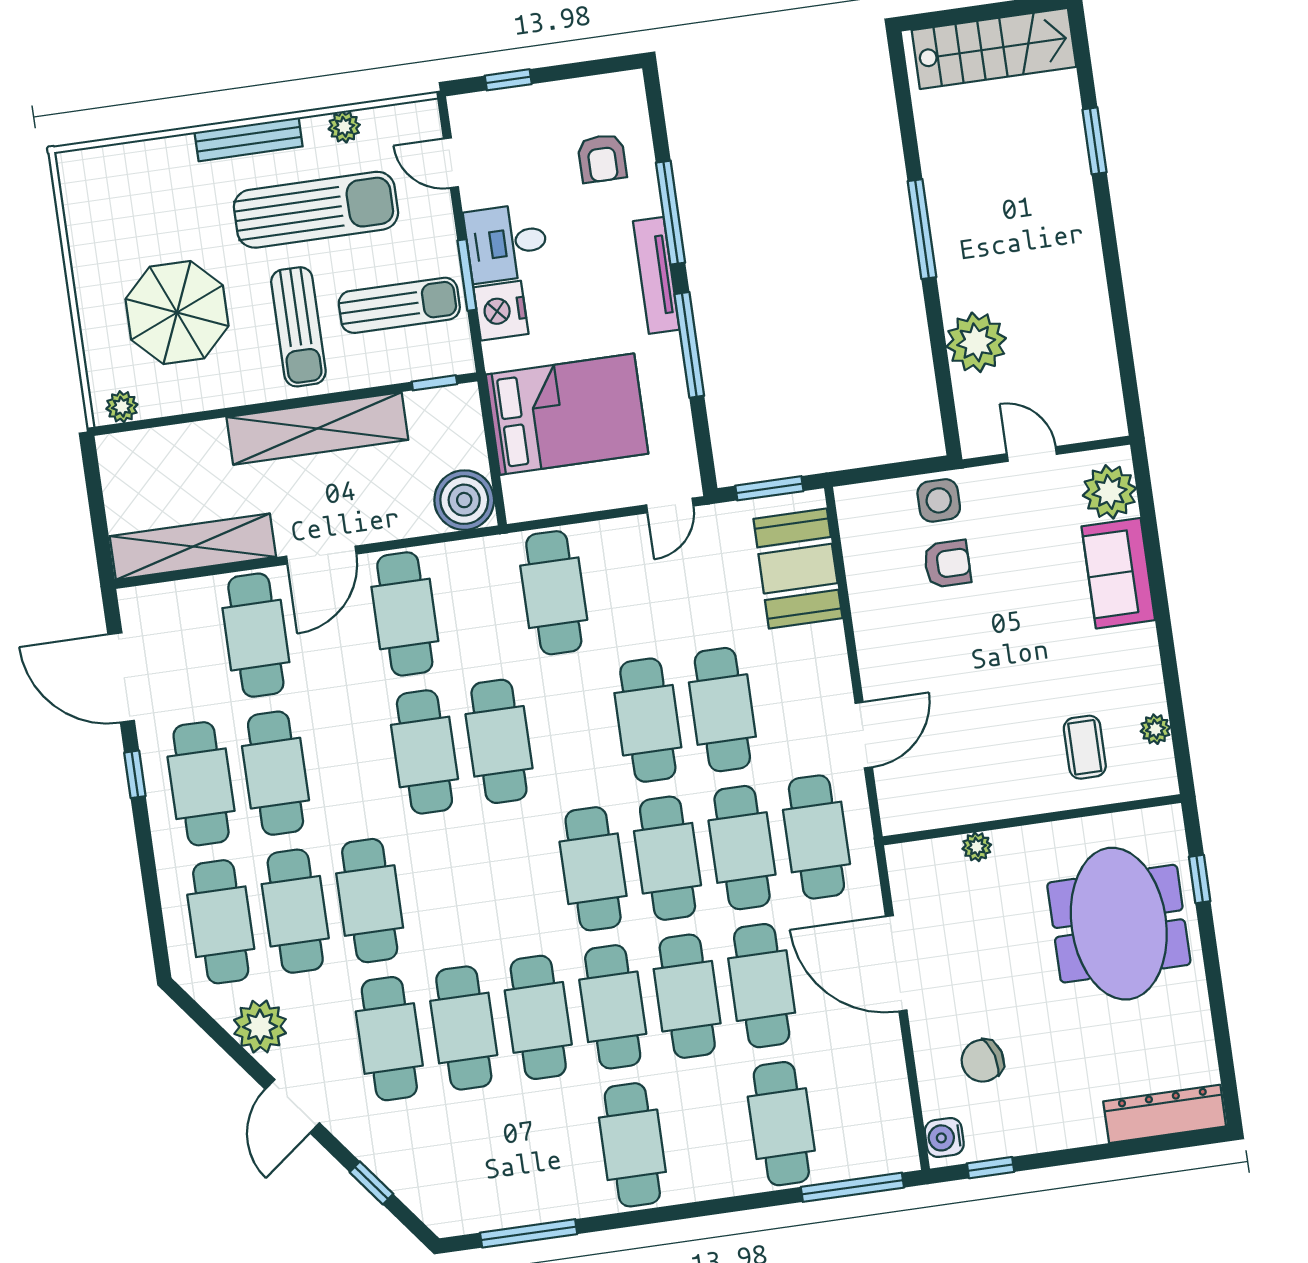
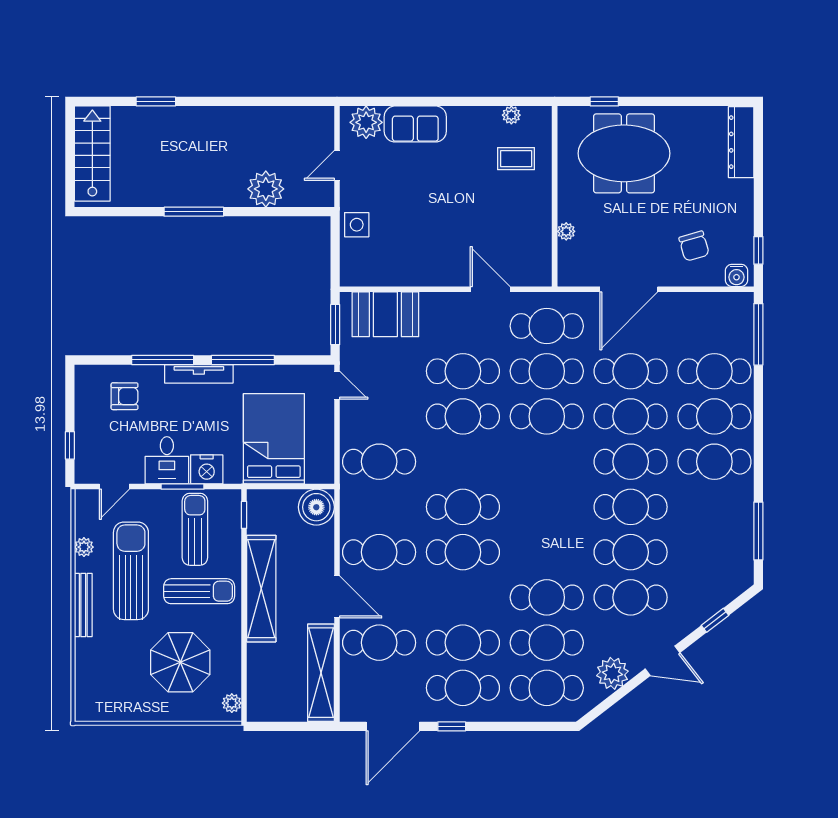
armchair: (947, 564) -> (395, 225), removed
cafe table: (593, 869) -> (714, 416), moved

